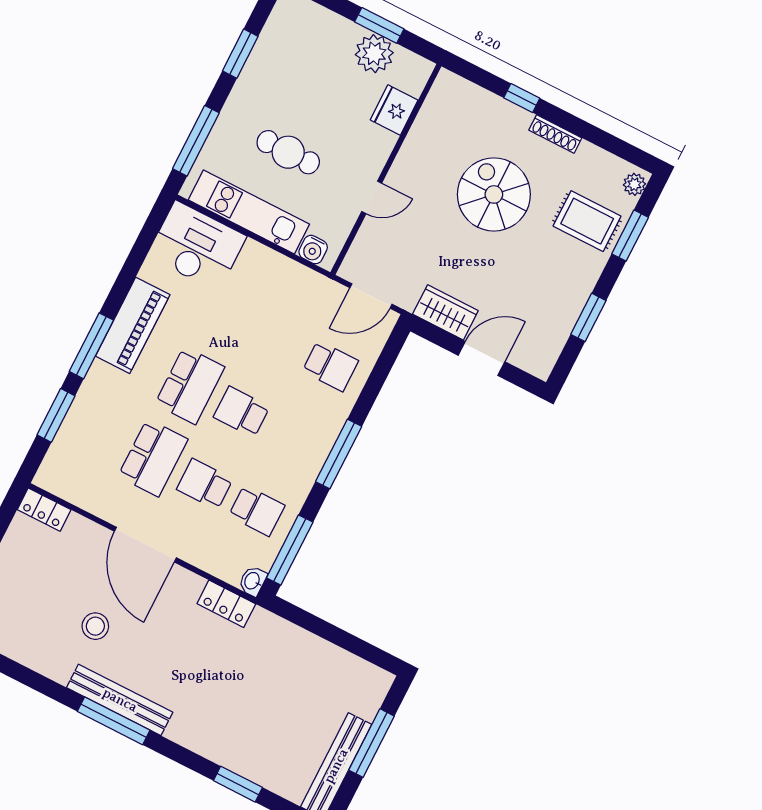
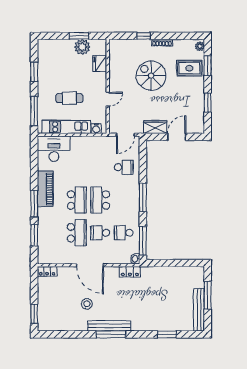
school desk: (242, 412) -> (100, 200), width x1.85
school desk: (257, 511) -> (124, 233), turned 180

